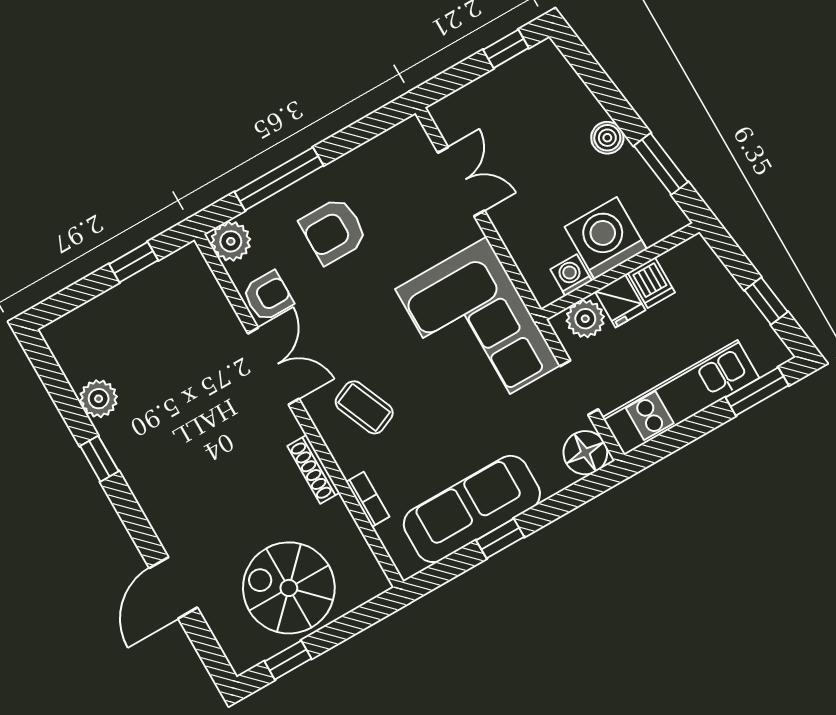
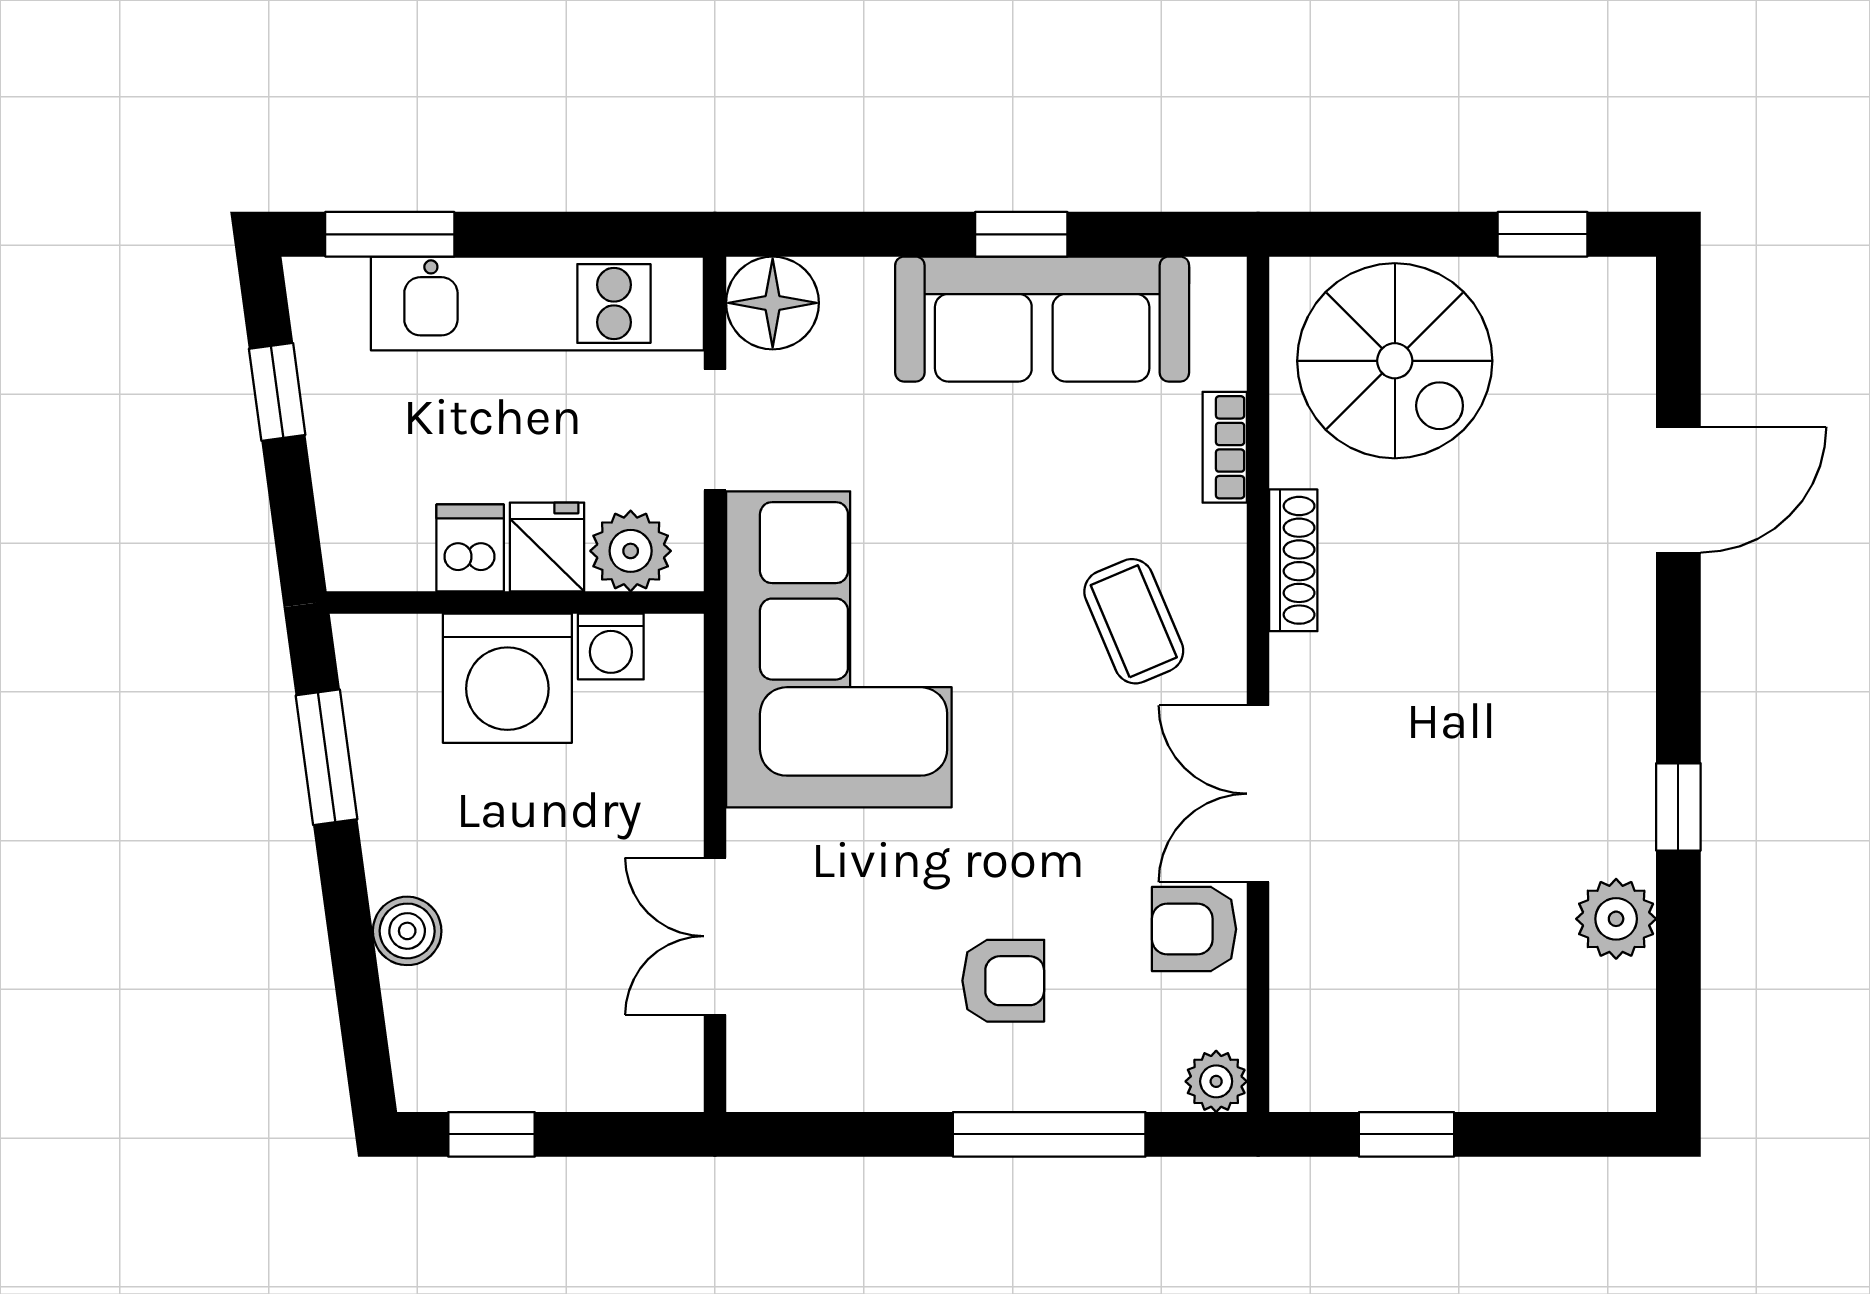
boiler: (607, 138) -> (407, 931), moved
armchair: (334, 231) -> (1003, 981), width x0.72, depth x0.72
plant: (231, 241) -> (1216, 1081), width x0.73, depth x0.73
spiral stairs: (289, 588) -> (1395, 361), moved

